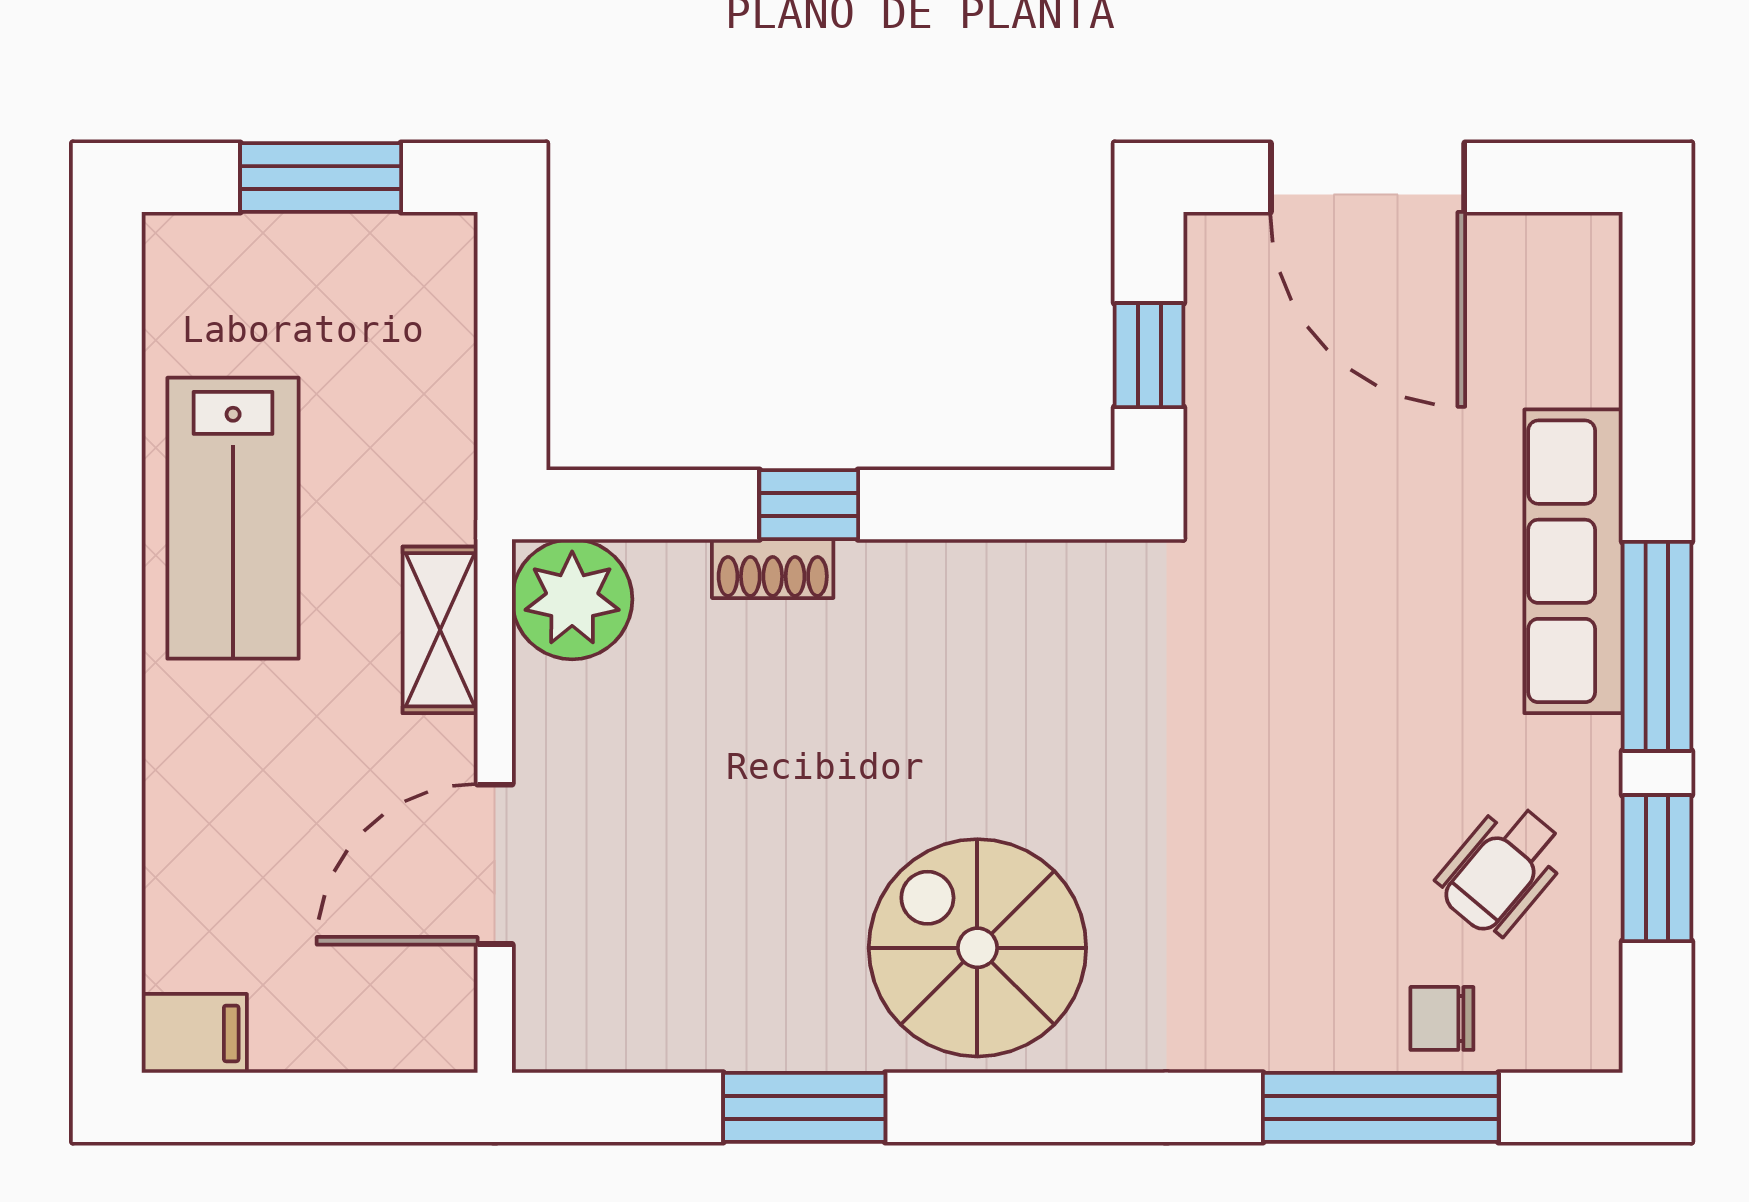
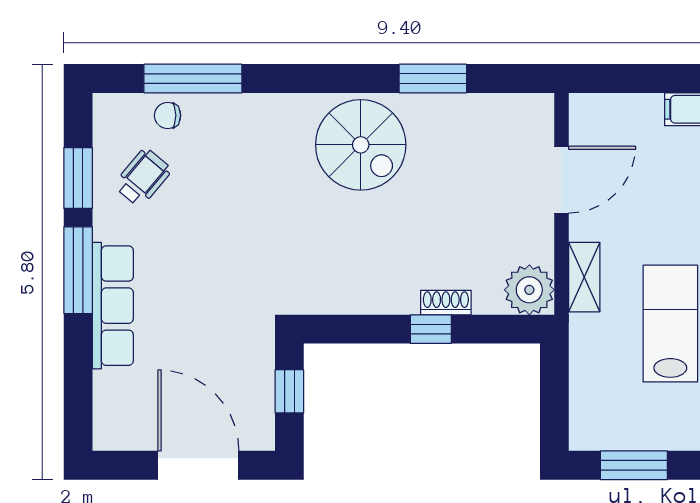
chair: (1442, 1018) -> (168, 115), turned 180

